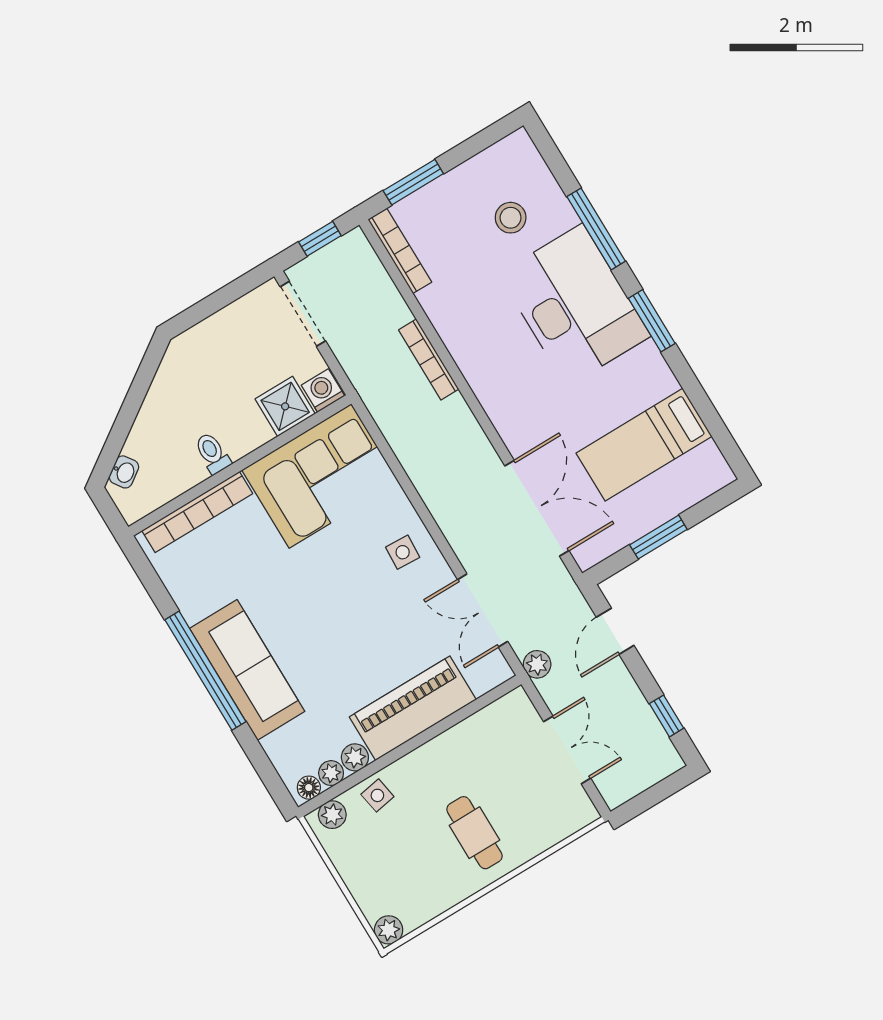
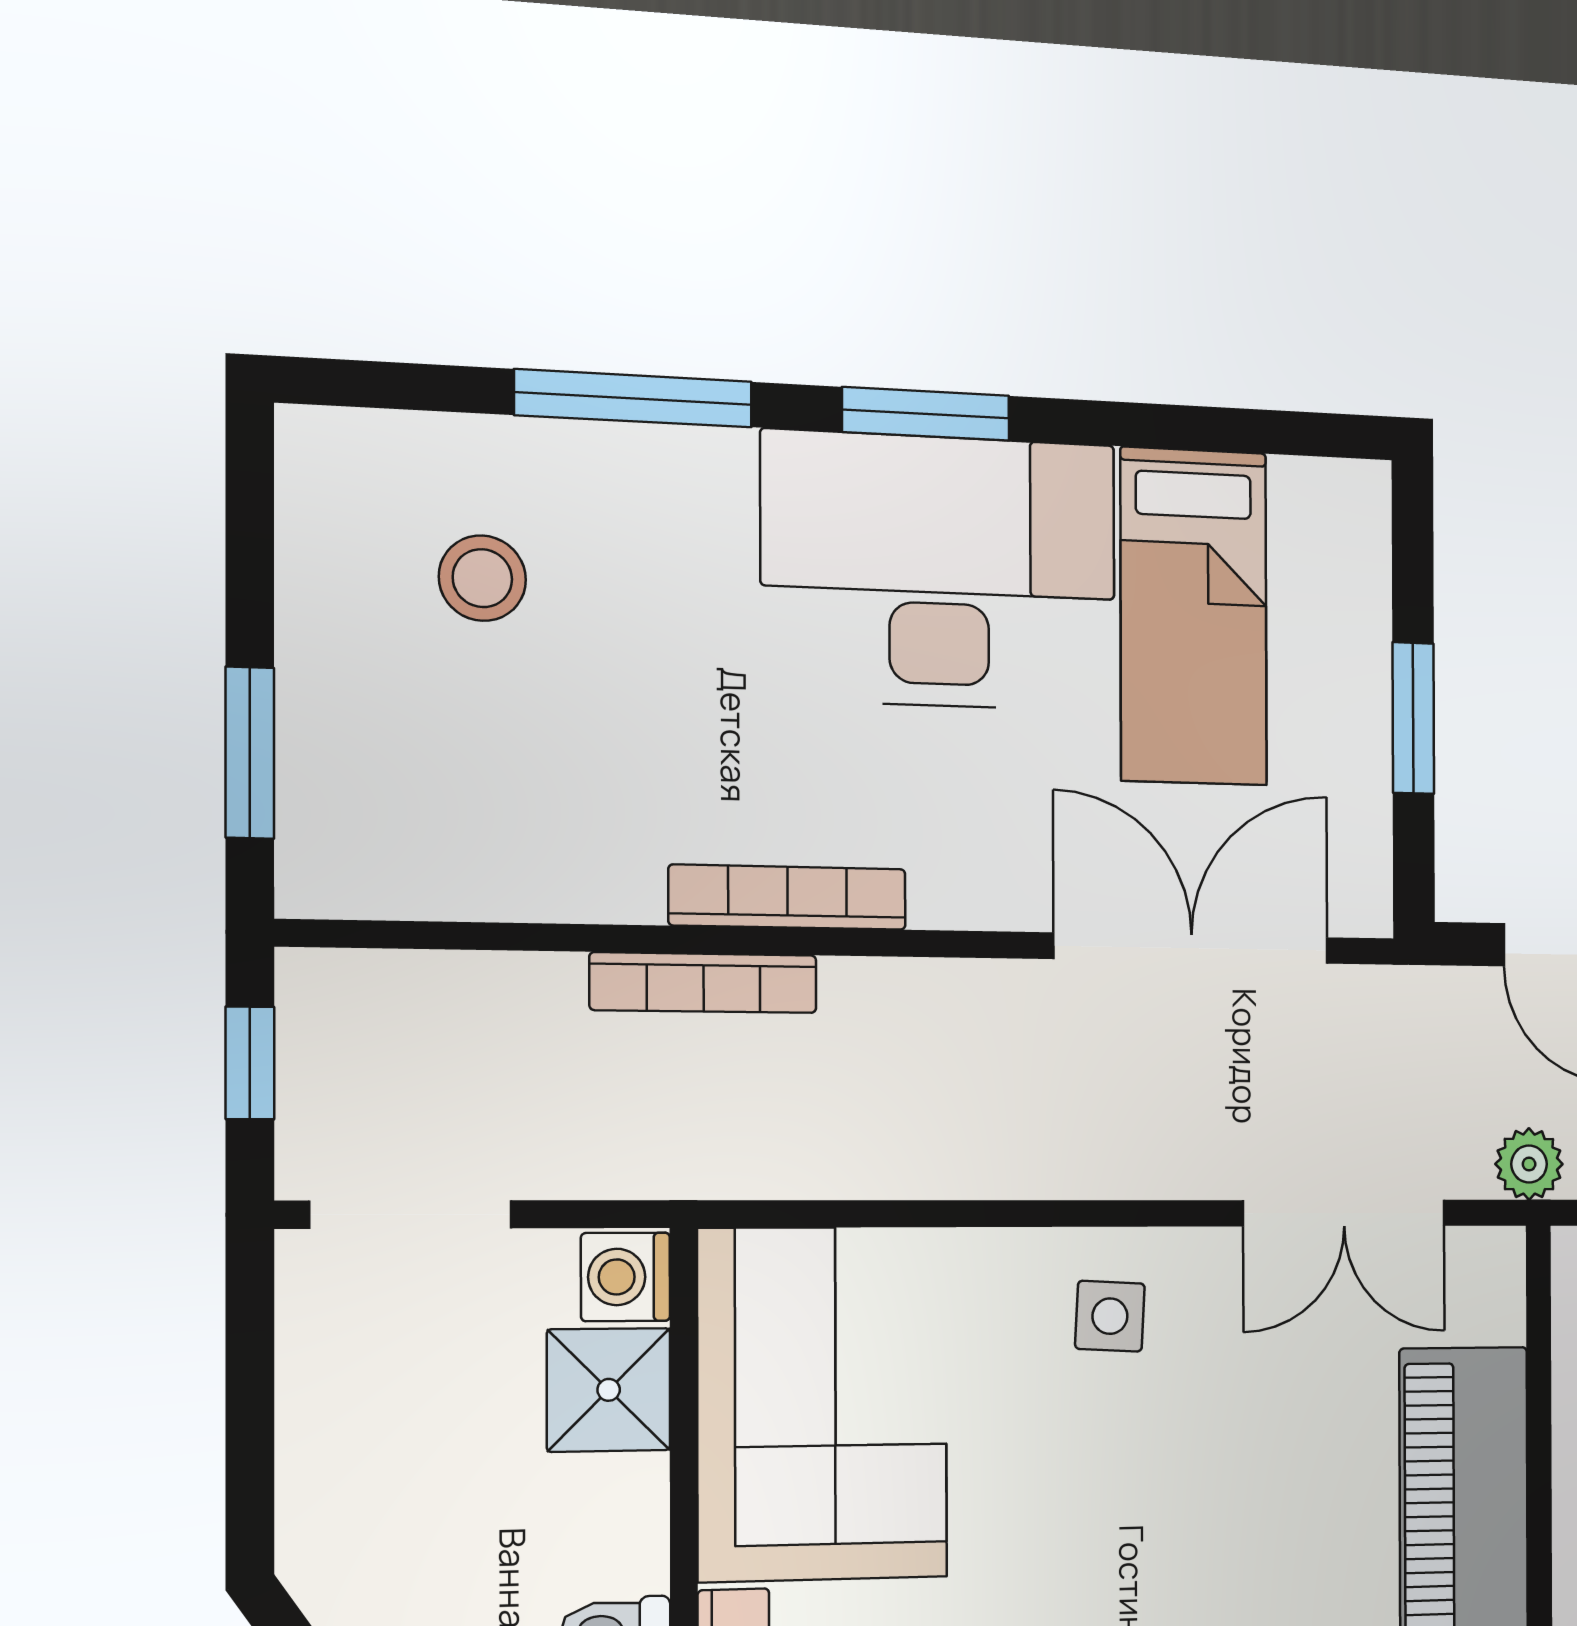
bookcase: (400, 251) -> (788, 897), moved
desk: (575, 305) -> (939, 571), moved

